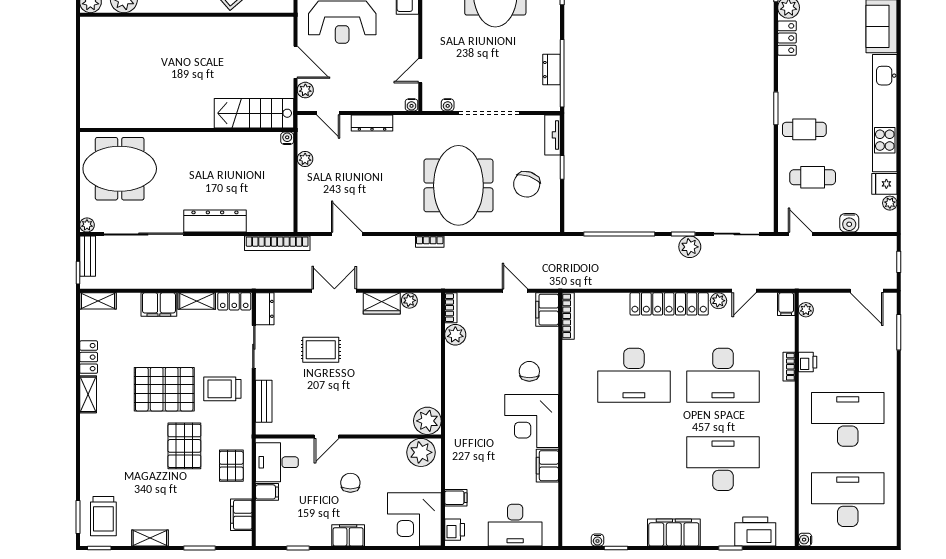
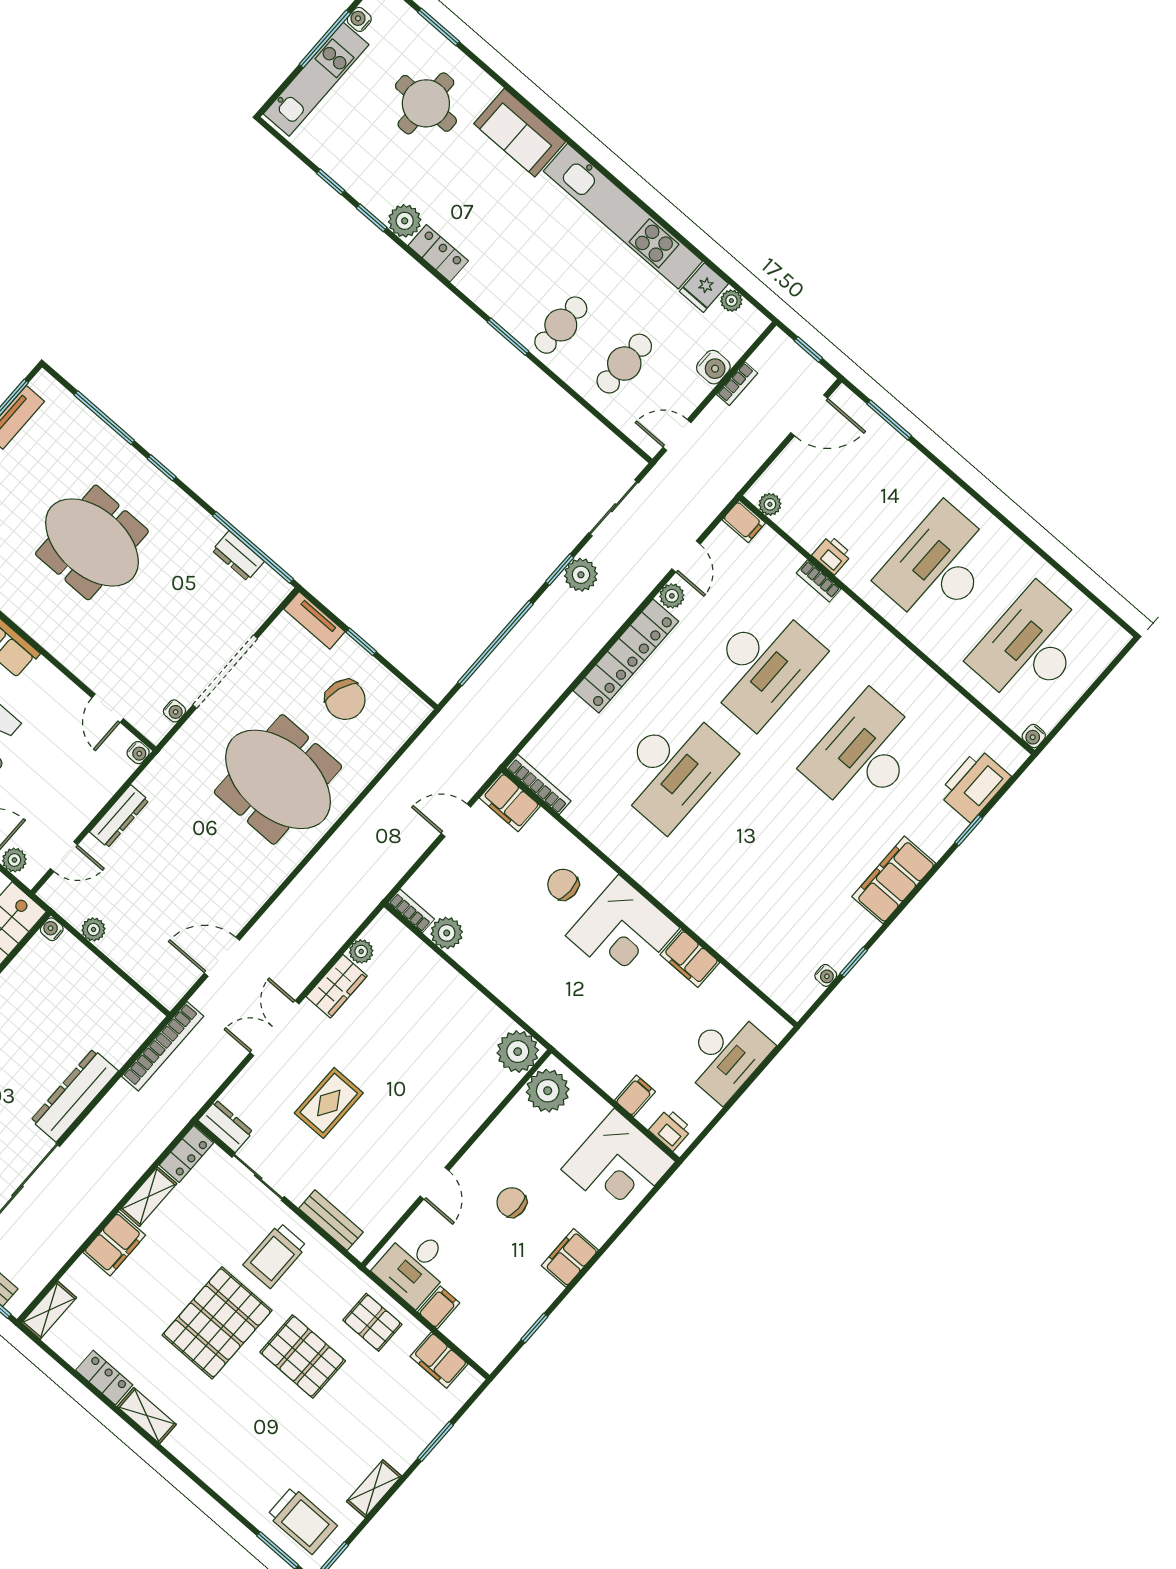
bookcase: (430, 242) -> (737, 384), moved

